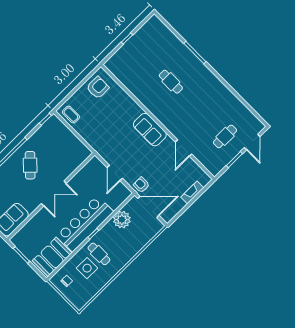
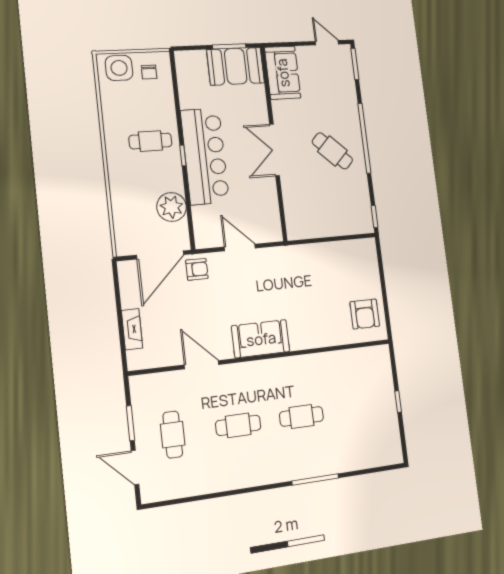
cafe table: (198, 109) -> (238, 425), added
coffee table: (71, 115) -> (356, 253), removed
booth: (52, 257) -> (236, 66), moved, turned 90
side table: (87, 268) -> (119, 68), moved

